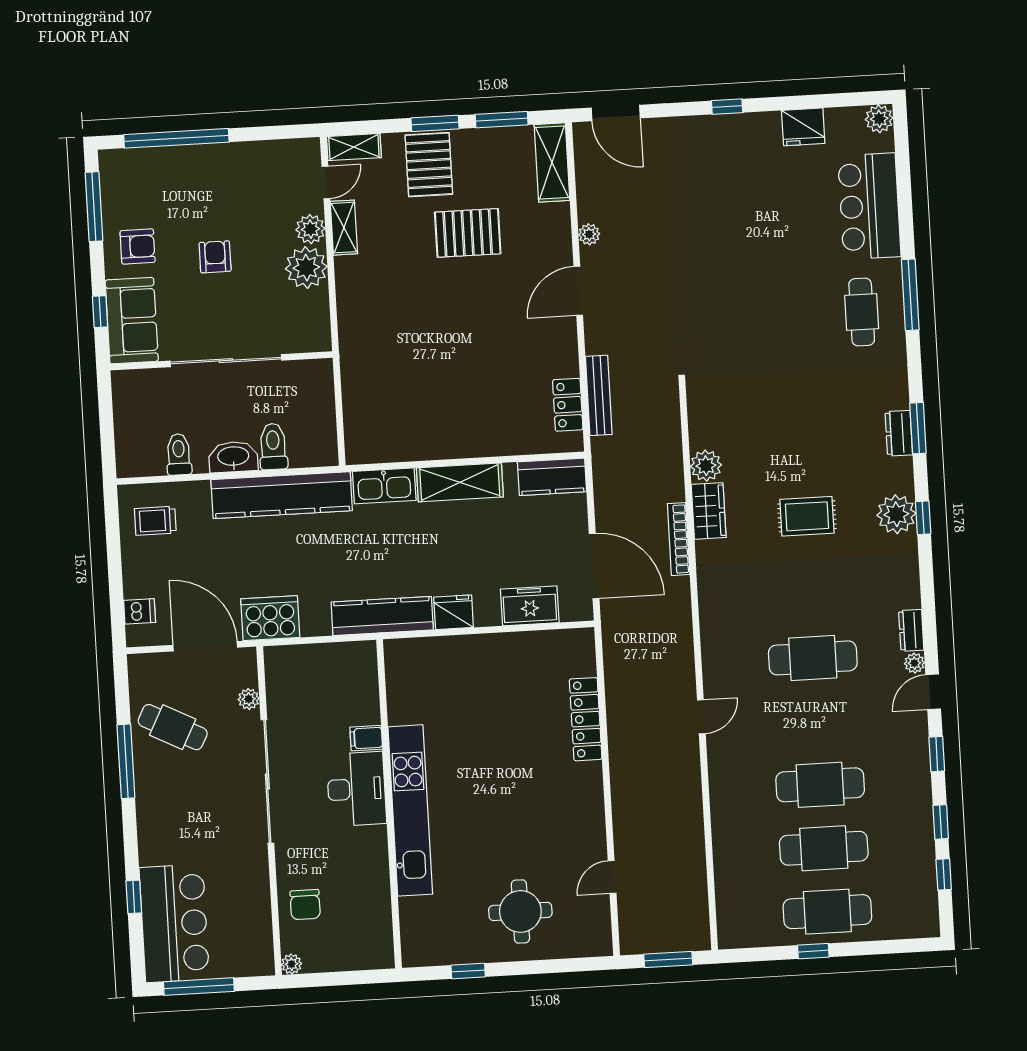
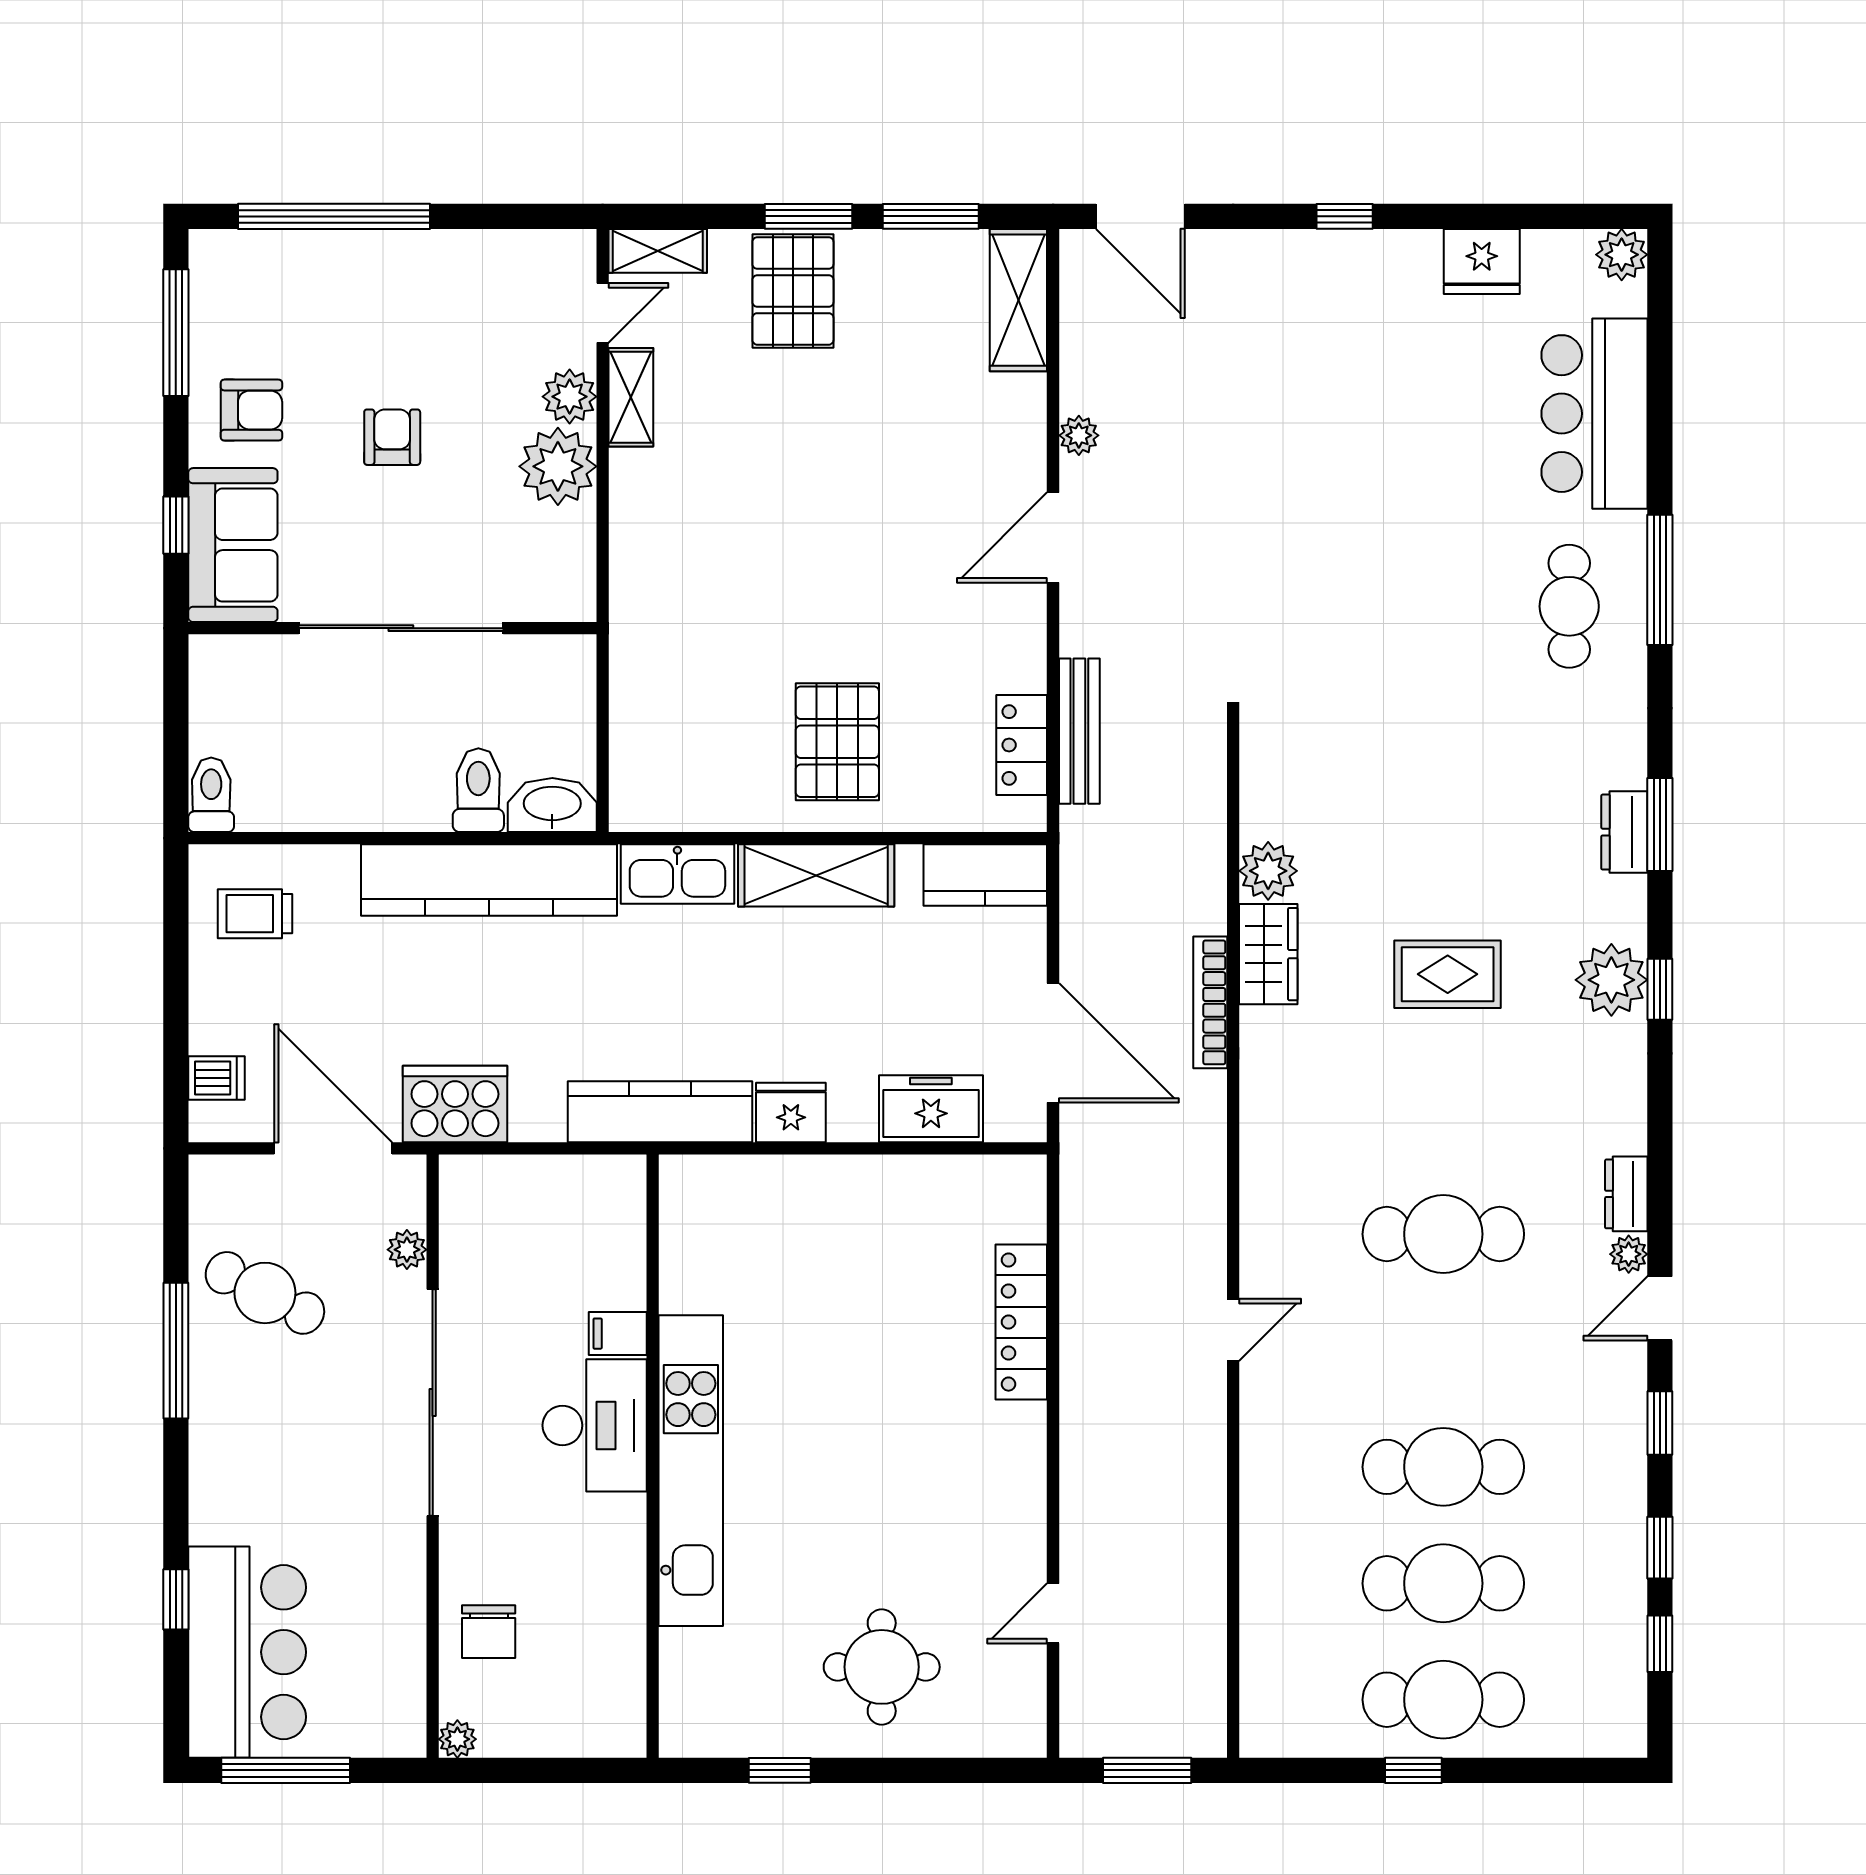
pallet: (468, 233) -> (837, 742), moved, turned 90
toilet: (179, 454) -> (211, 795), moved
washbasin: (233, 457) -> (552, 805), moved

